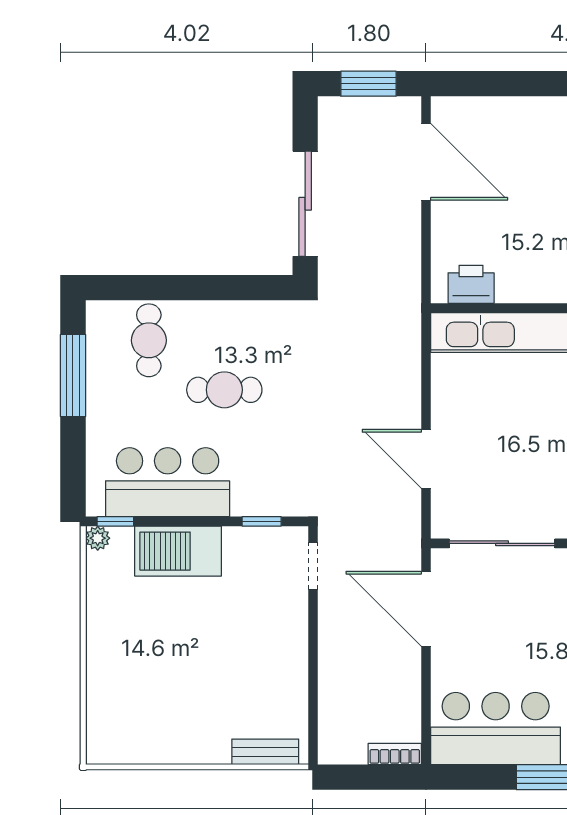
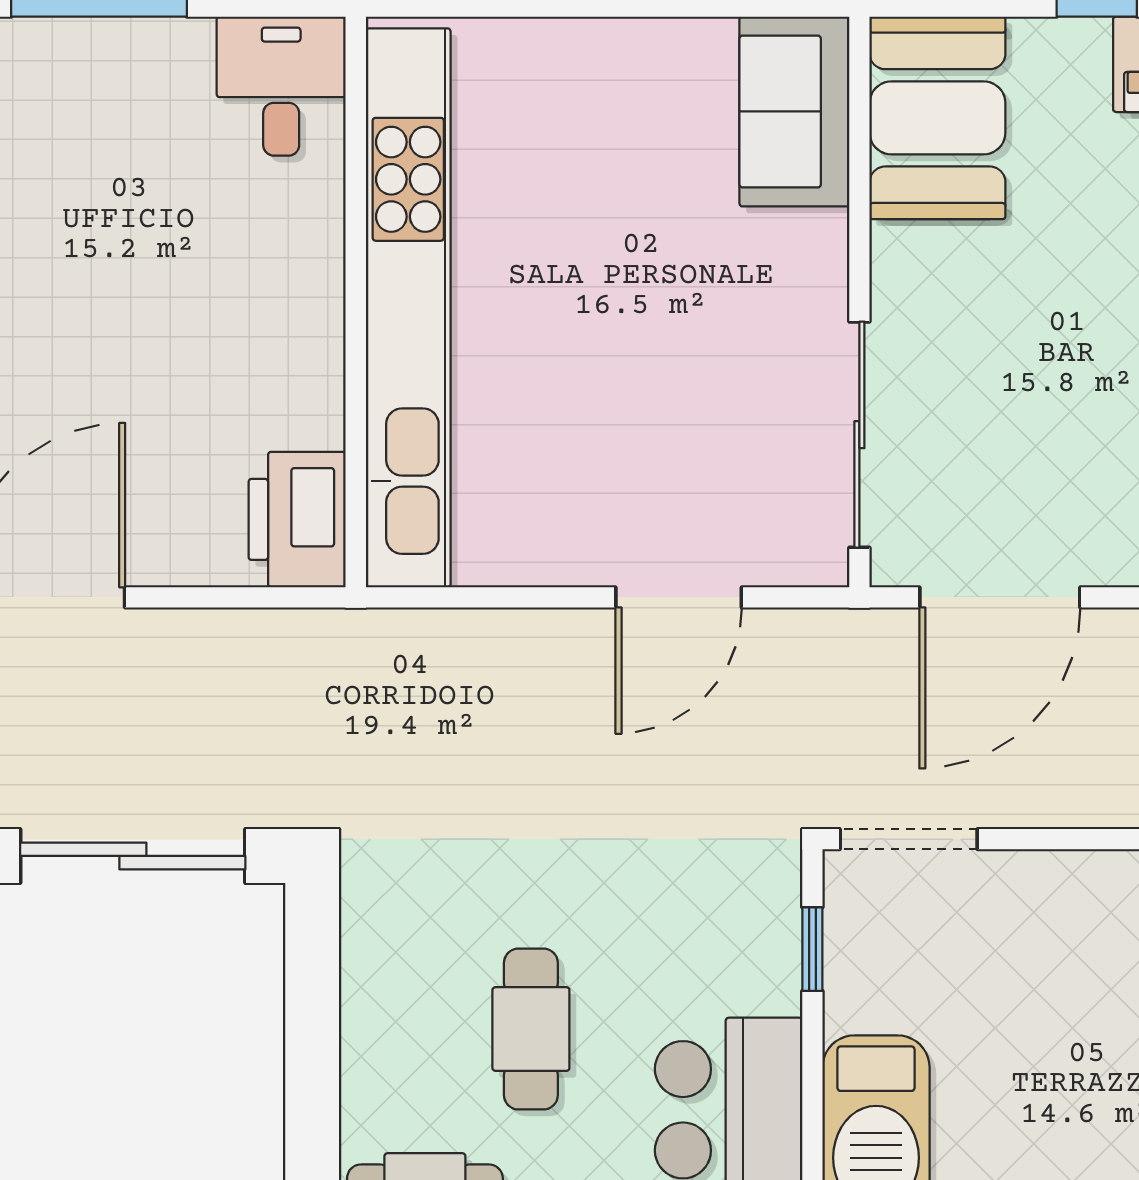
printer: (471, 284) -> (297, 519), width x1.37, depth x1.19
doorway: (313, 566) -> (909, 839), width x1.38

